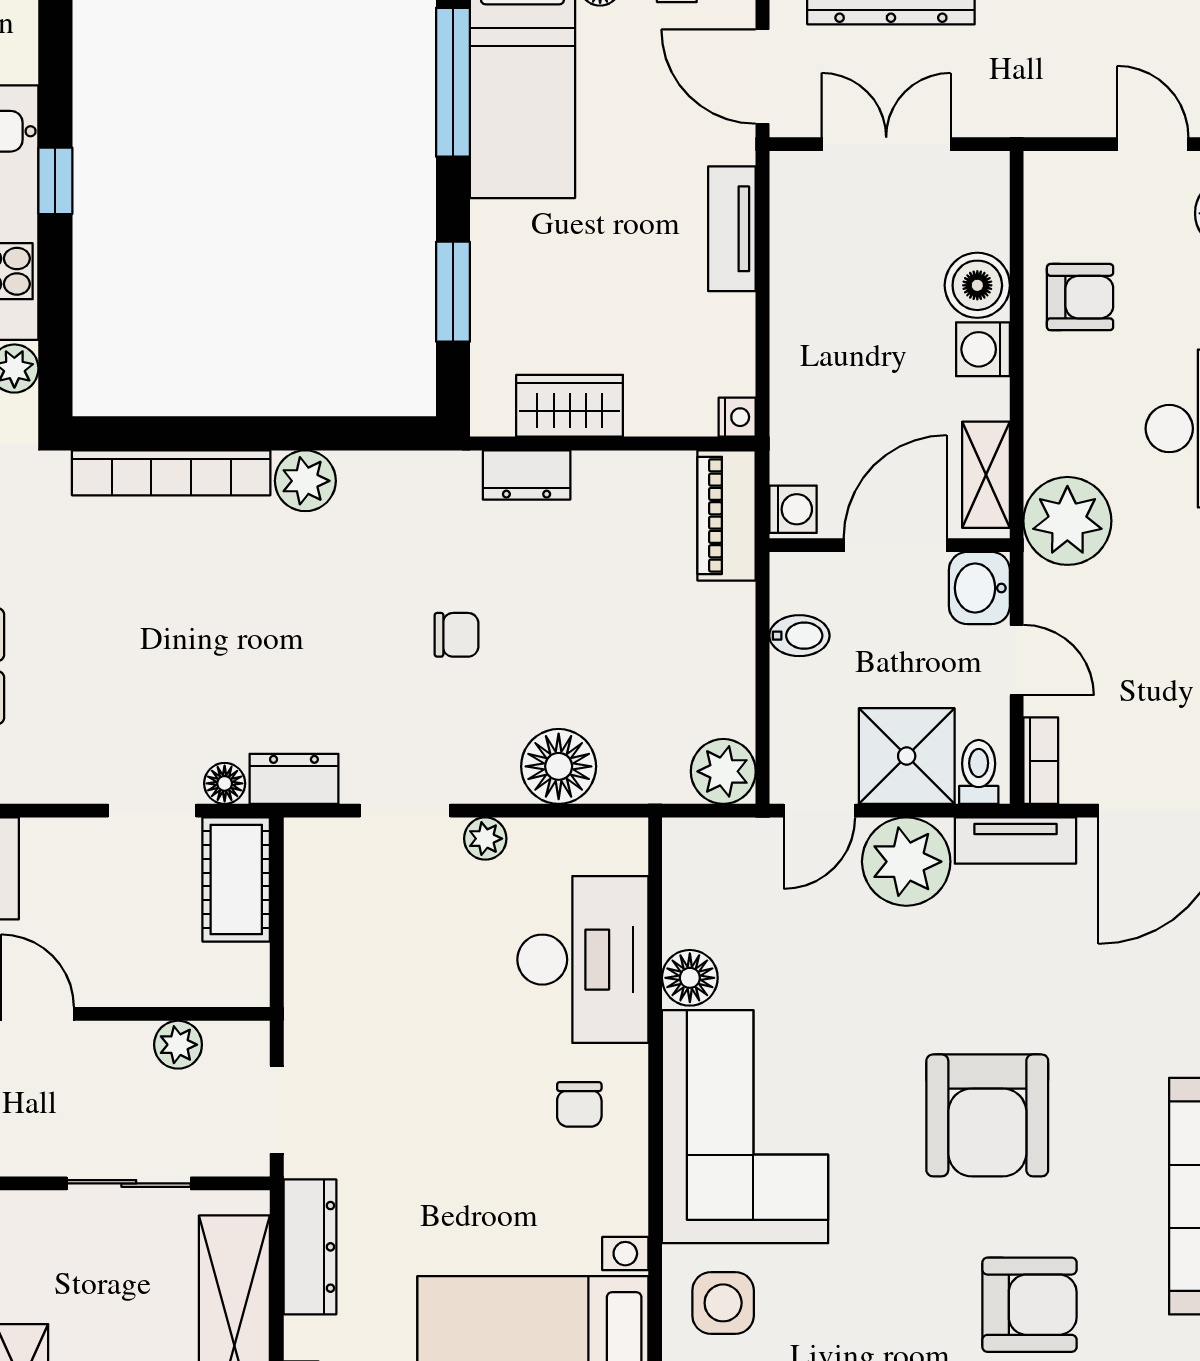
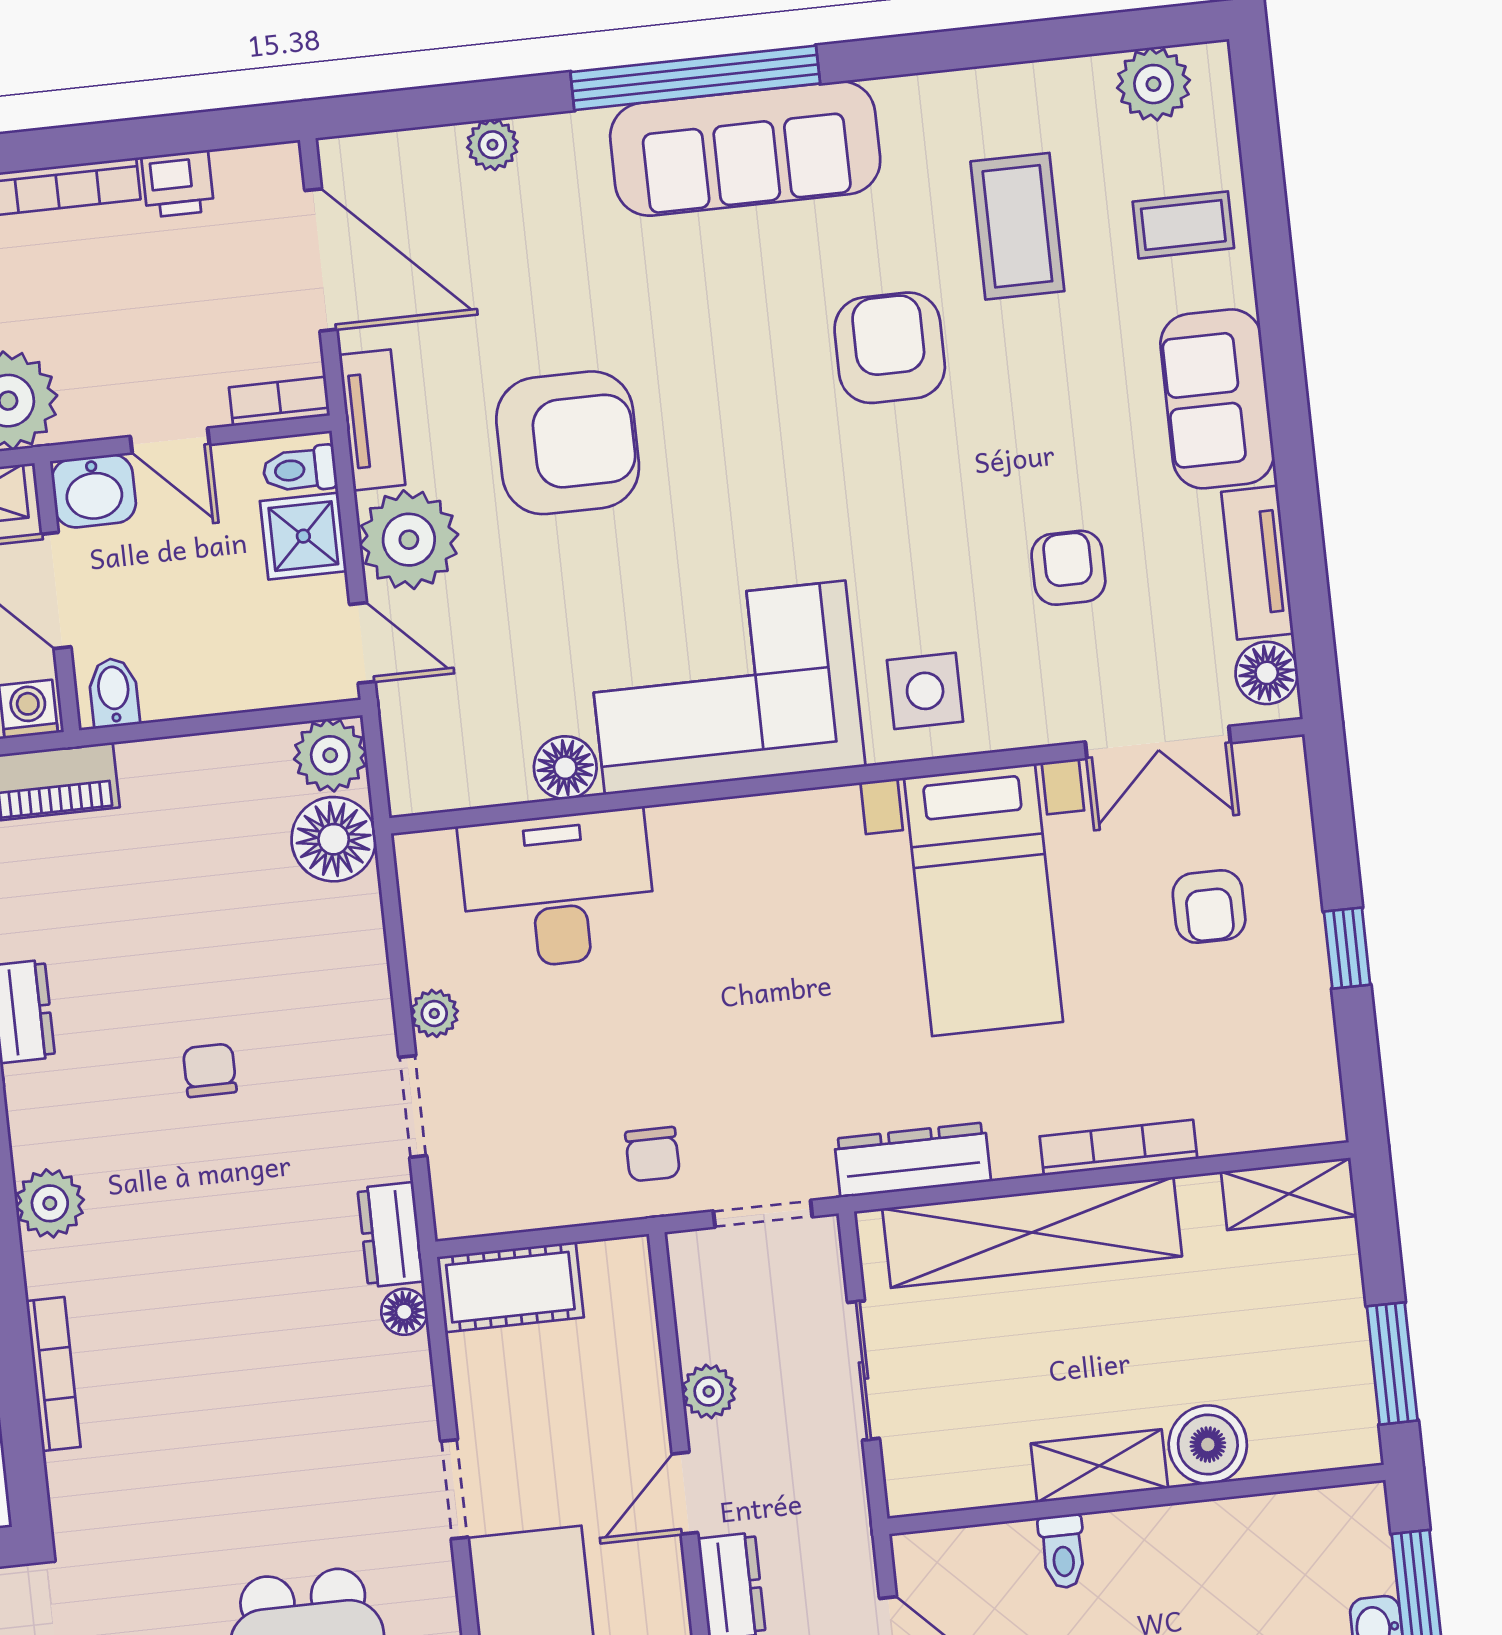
bookcase: (171, 473) -> (53, 1374), width x0.68, depth x0.76
plant: (305, 481) -> (50, 1203), moved
bidet: (799, 636) -> (114, 693), moved
door: (1017, 660) -> (170, 441), swing flipped
shower: (907, 756) -> (303, 536), width x0.73, depth x0.73
floor lamp: (559, 766) -> (334, 839), moved
doorway: (152, 811) -> (454, 1489), moved
plant: (178, 1045) -> (709, 1391), moved
chair: (579, 1104) -> (652, 1154), moved, turned 90
armchair: (987, 1115) -> (568, 443), moved

